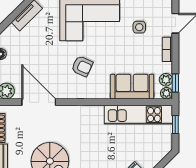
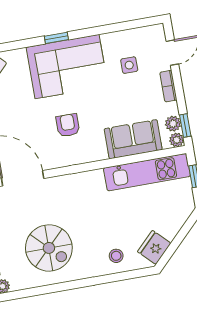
armchair: (82, 66) -> (68, 125), turned -114

